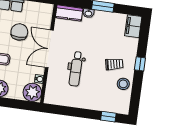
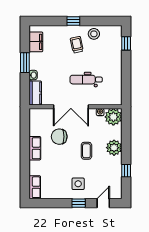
filing cabinet: (133, 26) -> (36, 42), moved, turned -90
dental chair: (76, 69) -> (86, 80), turned 180

